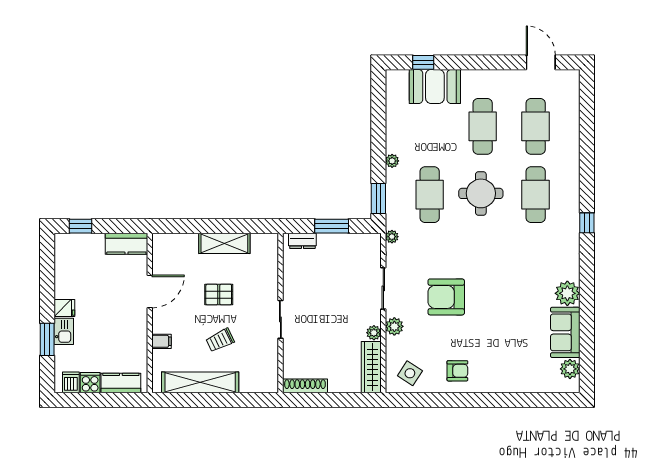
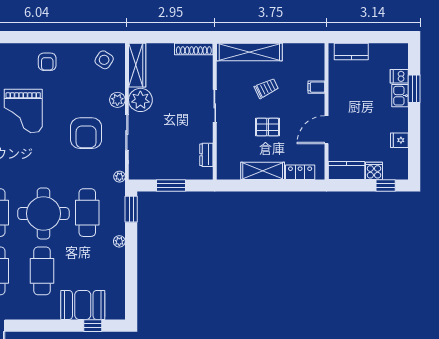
round table: (481, 193) -> (43, 214), width x1.36, depth x1.36
dresser: (302, 241) -> (206, 155), moved, turned -90
locker: (181, 242) -> (300, 172), added
armchair: (446, 297) -> (86, 133), moved, turned 90
fridge: (64, 308) -> (399, 140), moved
grand piano: (505, 313) -> (23, 111), added
plant: (374, 333) -> (140, 100), width x1.87, depth x1.87
armchair: (457, 371) -> (47, 62), moved, turned -90
dishwasher: (71, 382) -> (399, 76), moved, turned 90
shelving: (200, 382) -> (249, 52), moved
cooker: (90, 383) -> (374, 171), moved, turned 180

